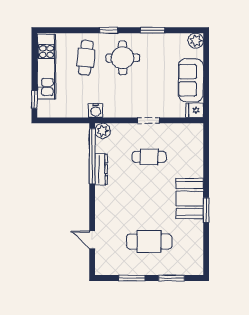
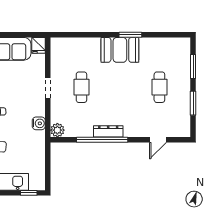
water cooler: (96, 111) -> (39, 123), moved
window: (92, 156) -> (102, 140), moved
dresser: (101, 169) -> (108, 131), moved
cafe table: (149, 242) -> (159, 87), width x0.73, depth x0.74

